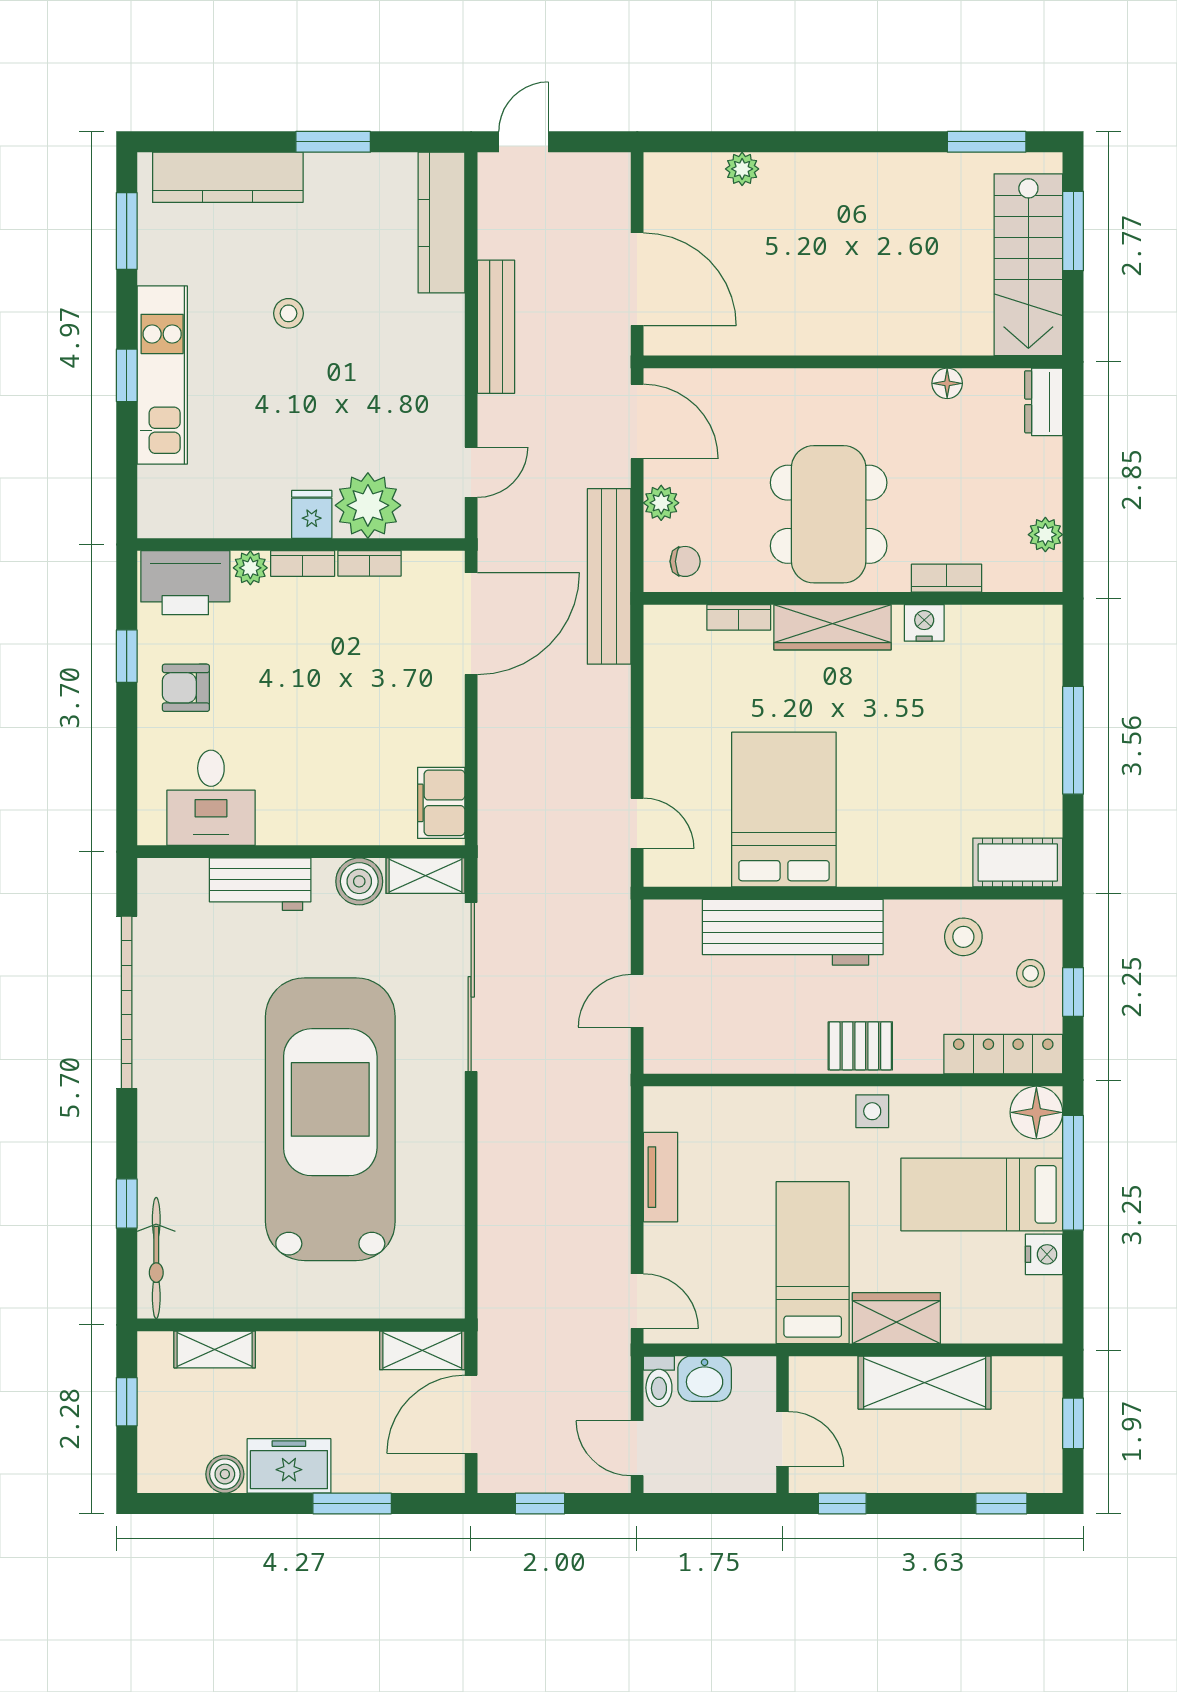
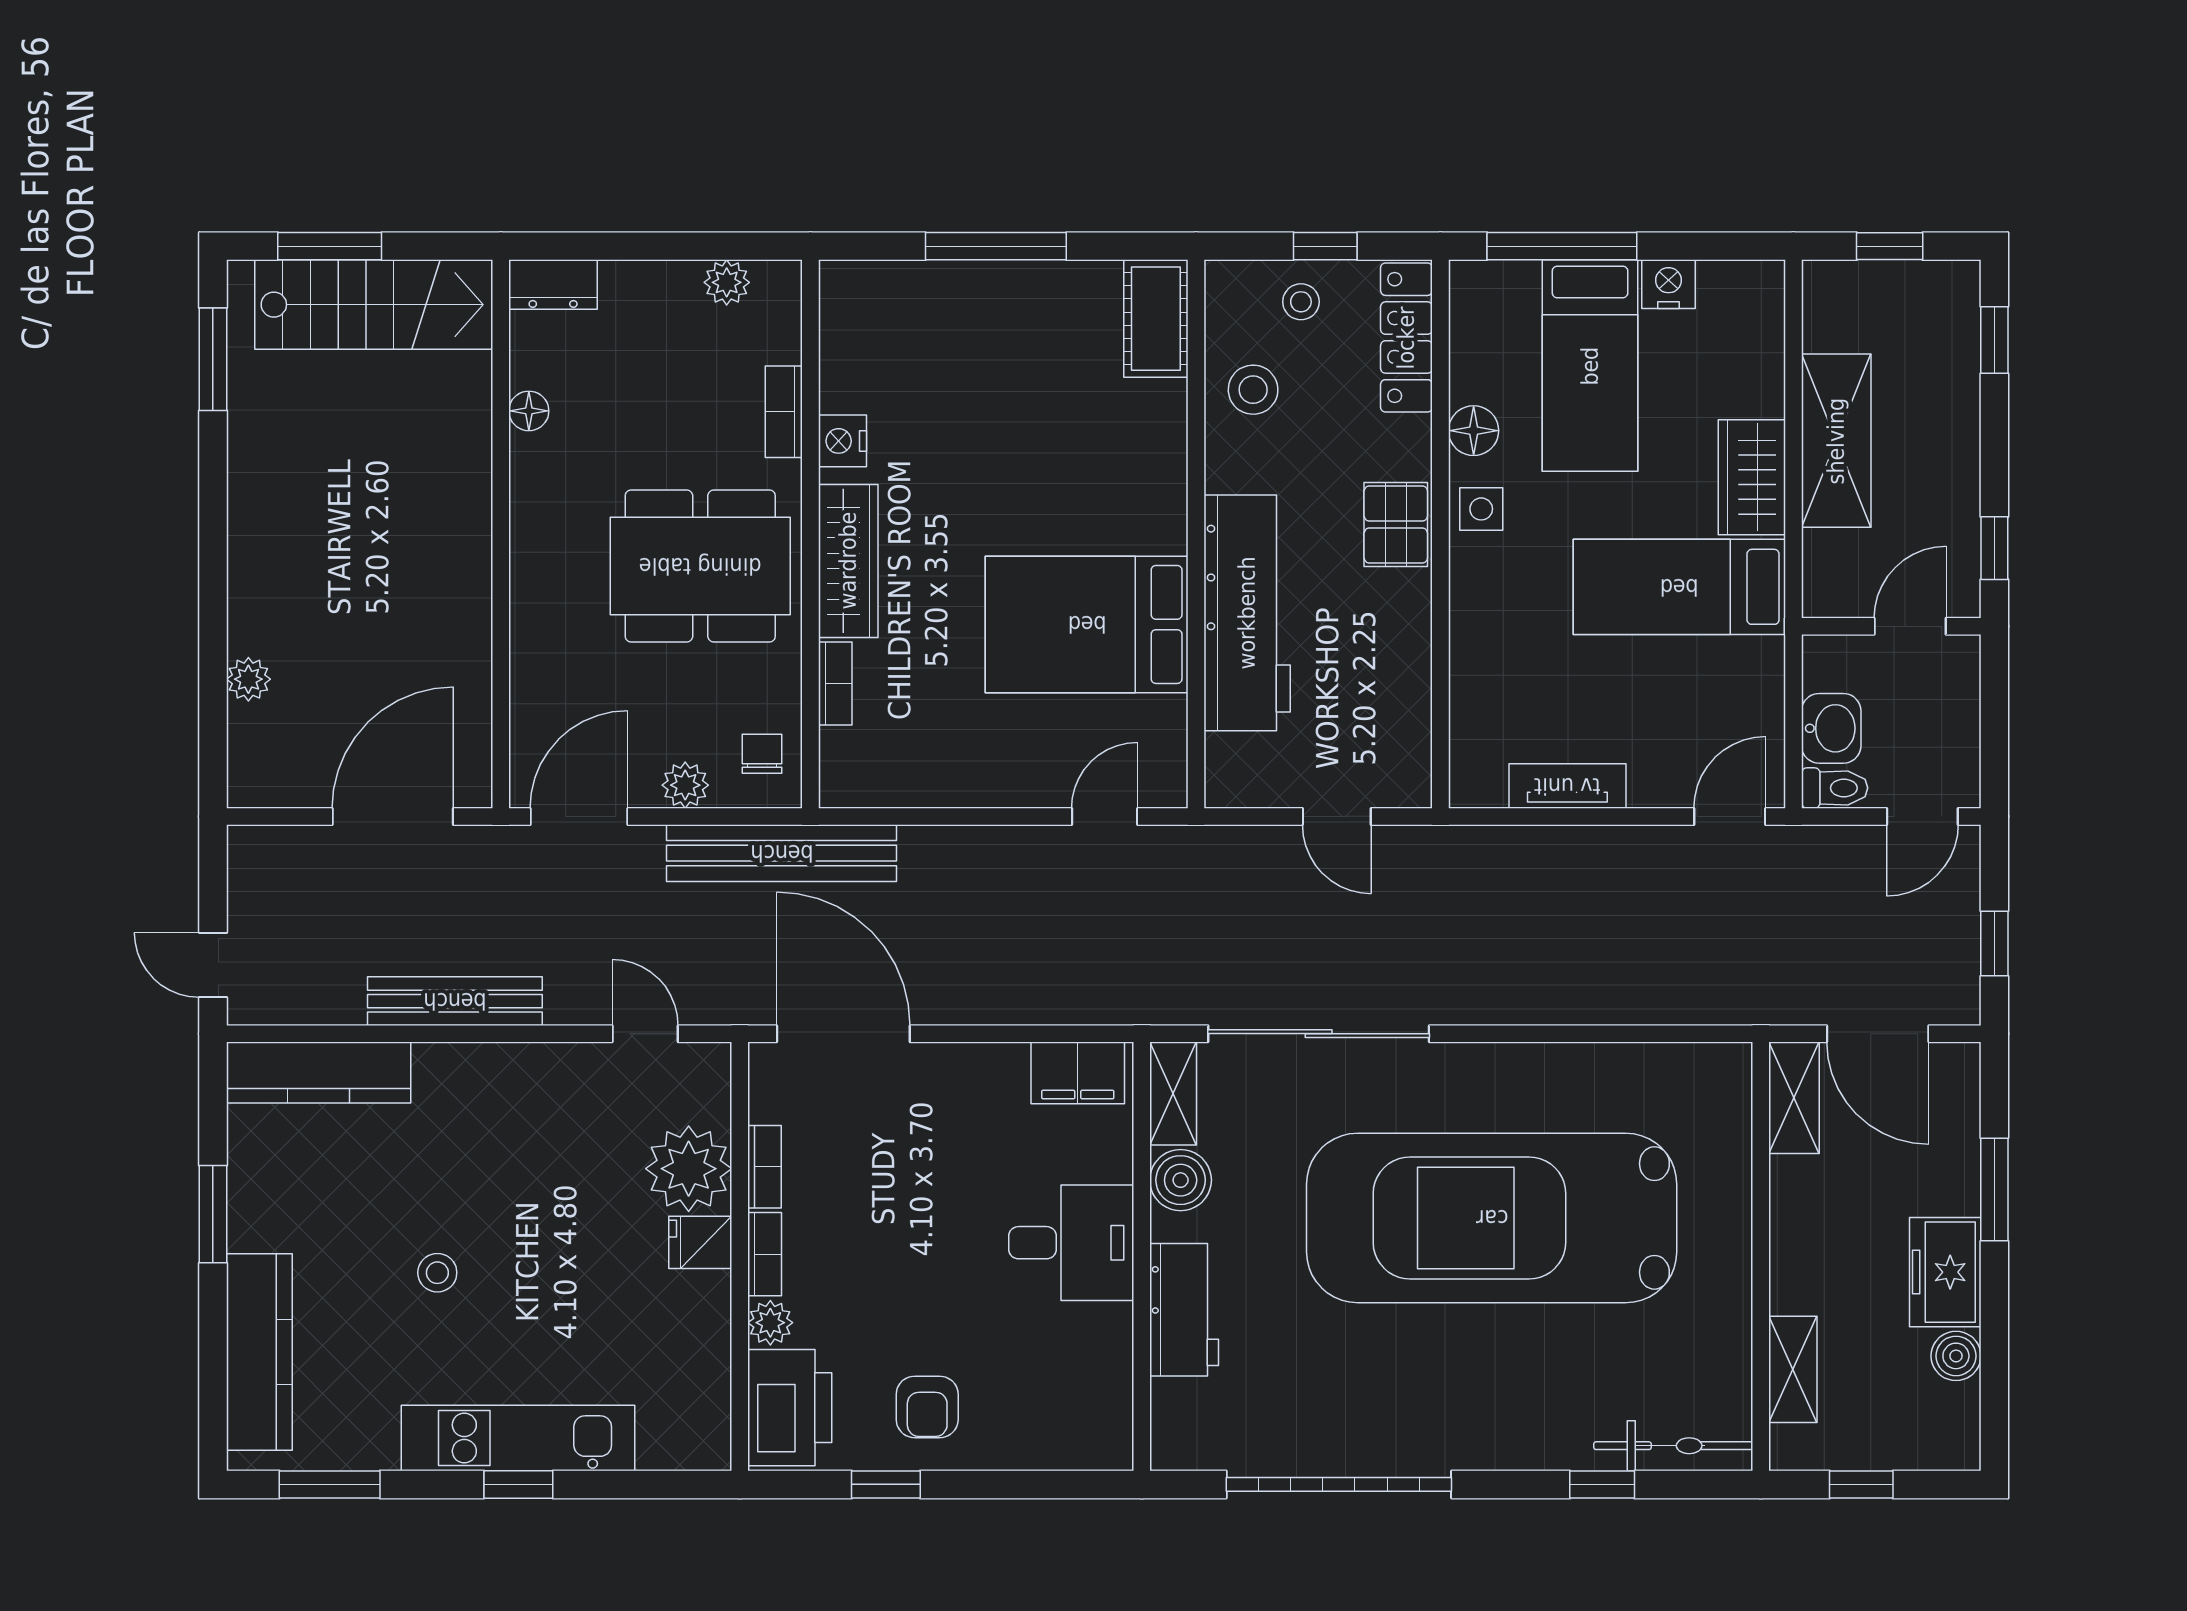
desk: (211, 798) -> (1071, 1243), moved
floor lamp: (1036, 1112) -> (1474, 431), moved, width x0.73, depth x0.73

